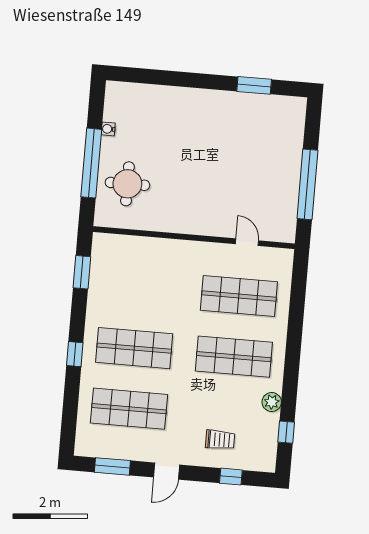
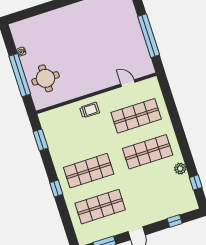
trolley: (220, 440) -> (90, 110), moved

